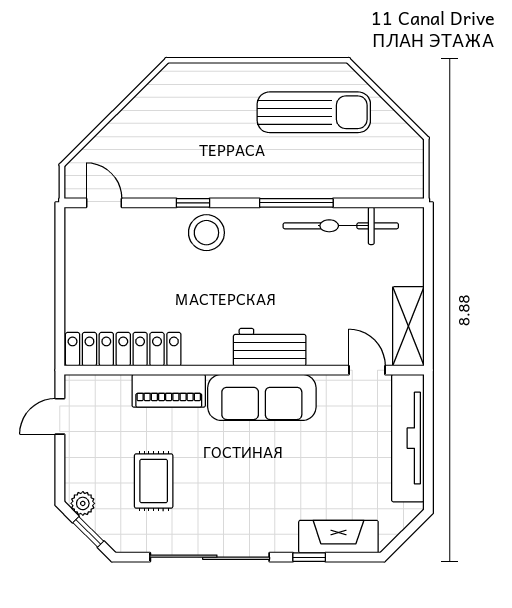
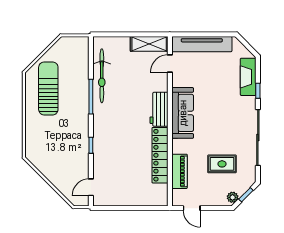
stool: (206, 233) -> (105, 139), removed
locker: (123, 349) -> (160, 155), moved
piano: (169, 391) -> (179, 171), moved

